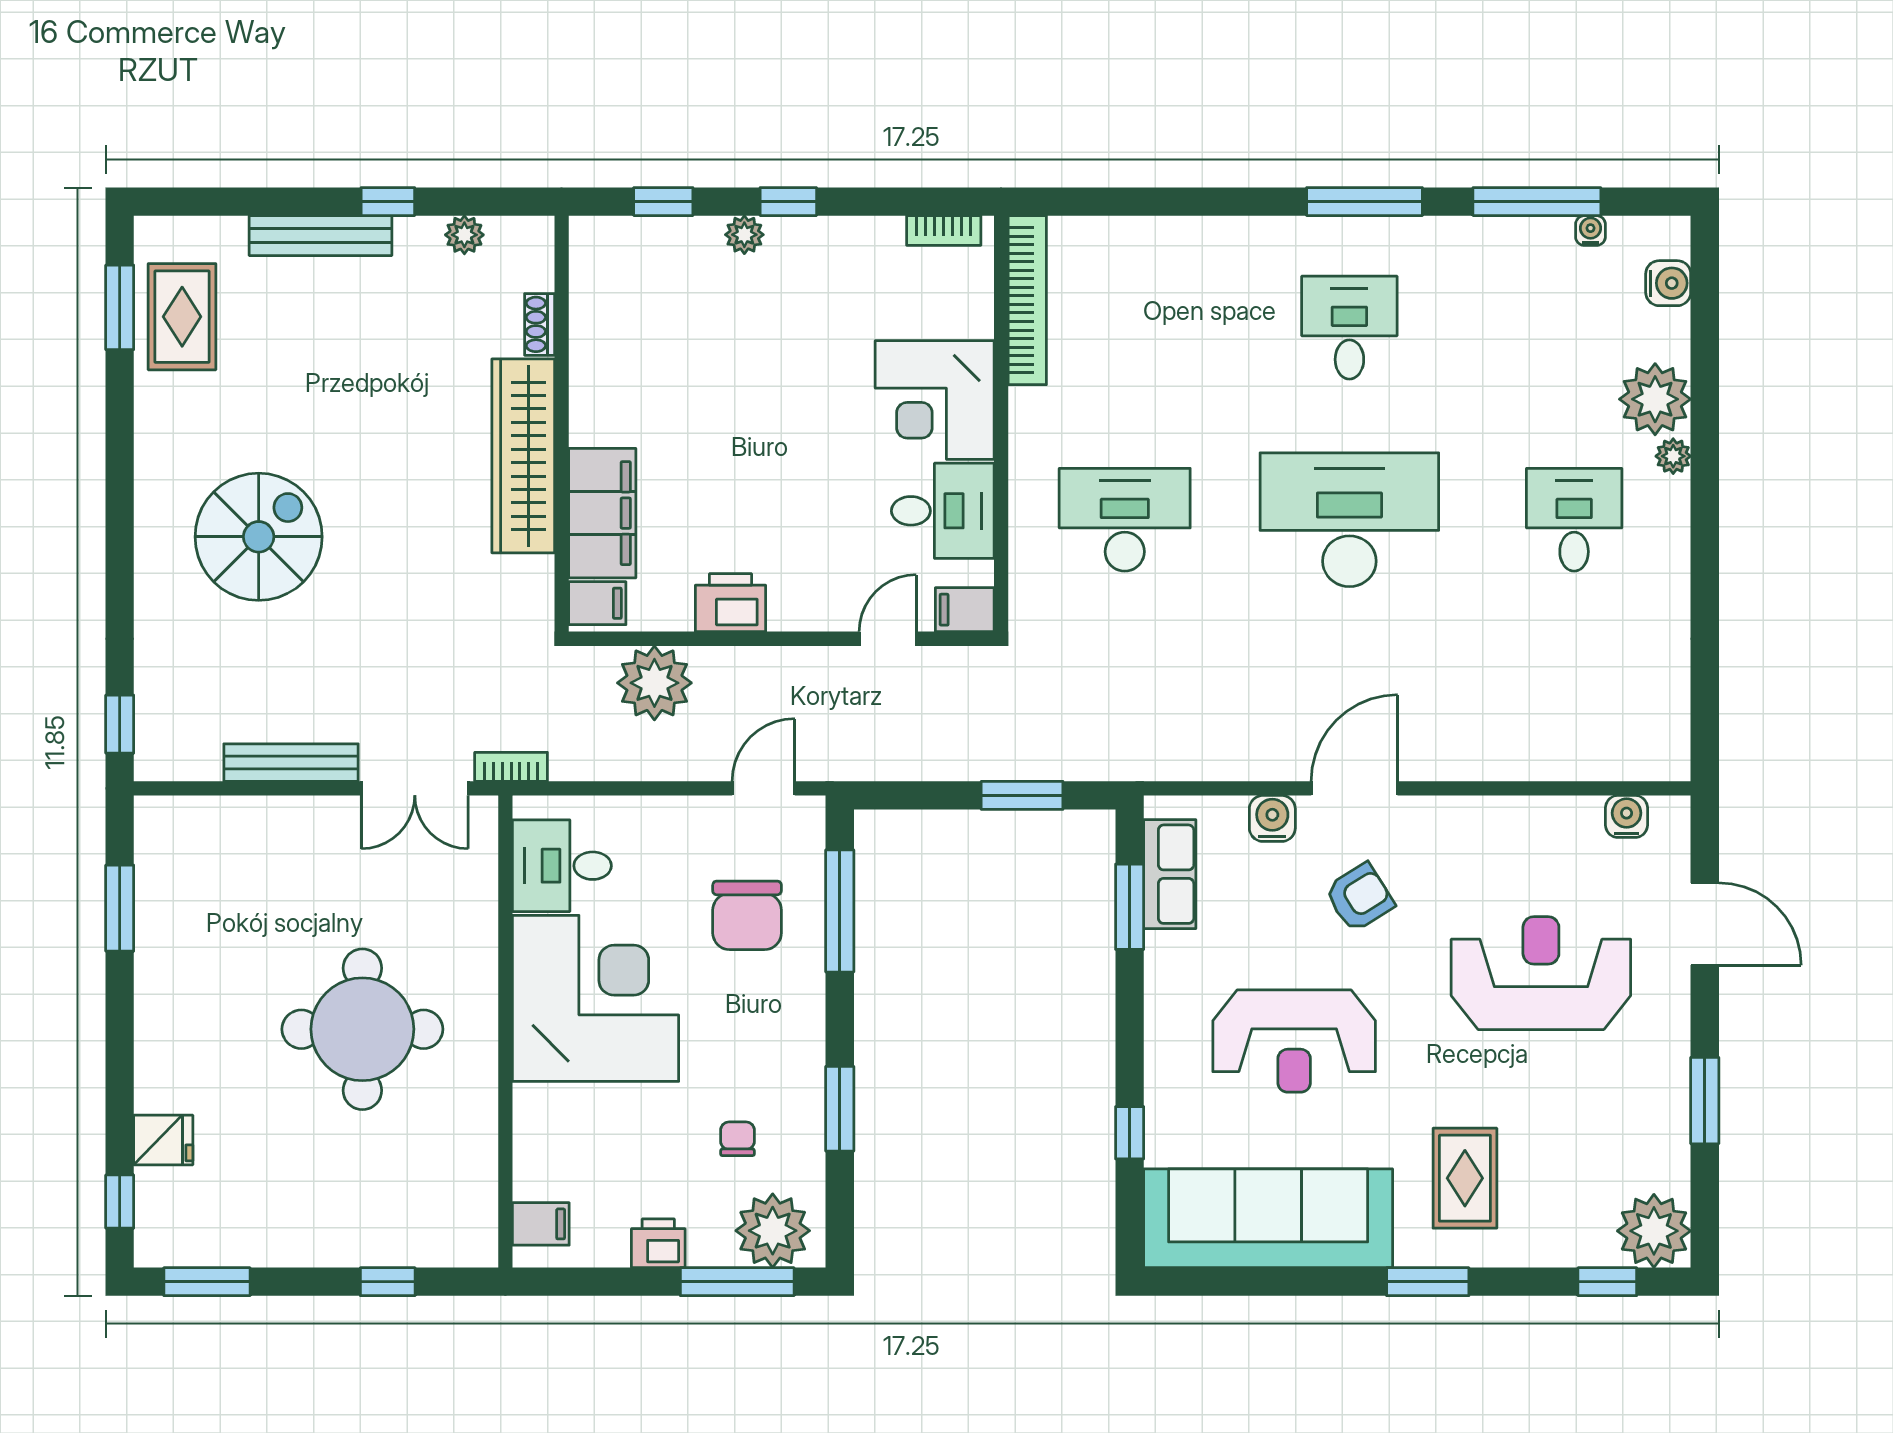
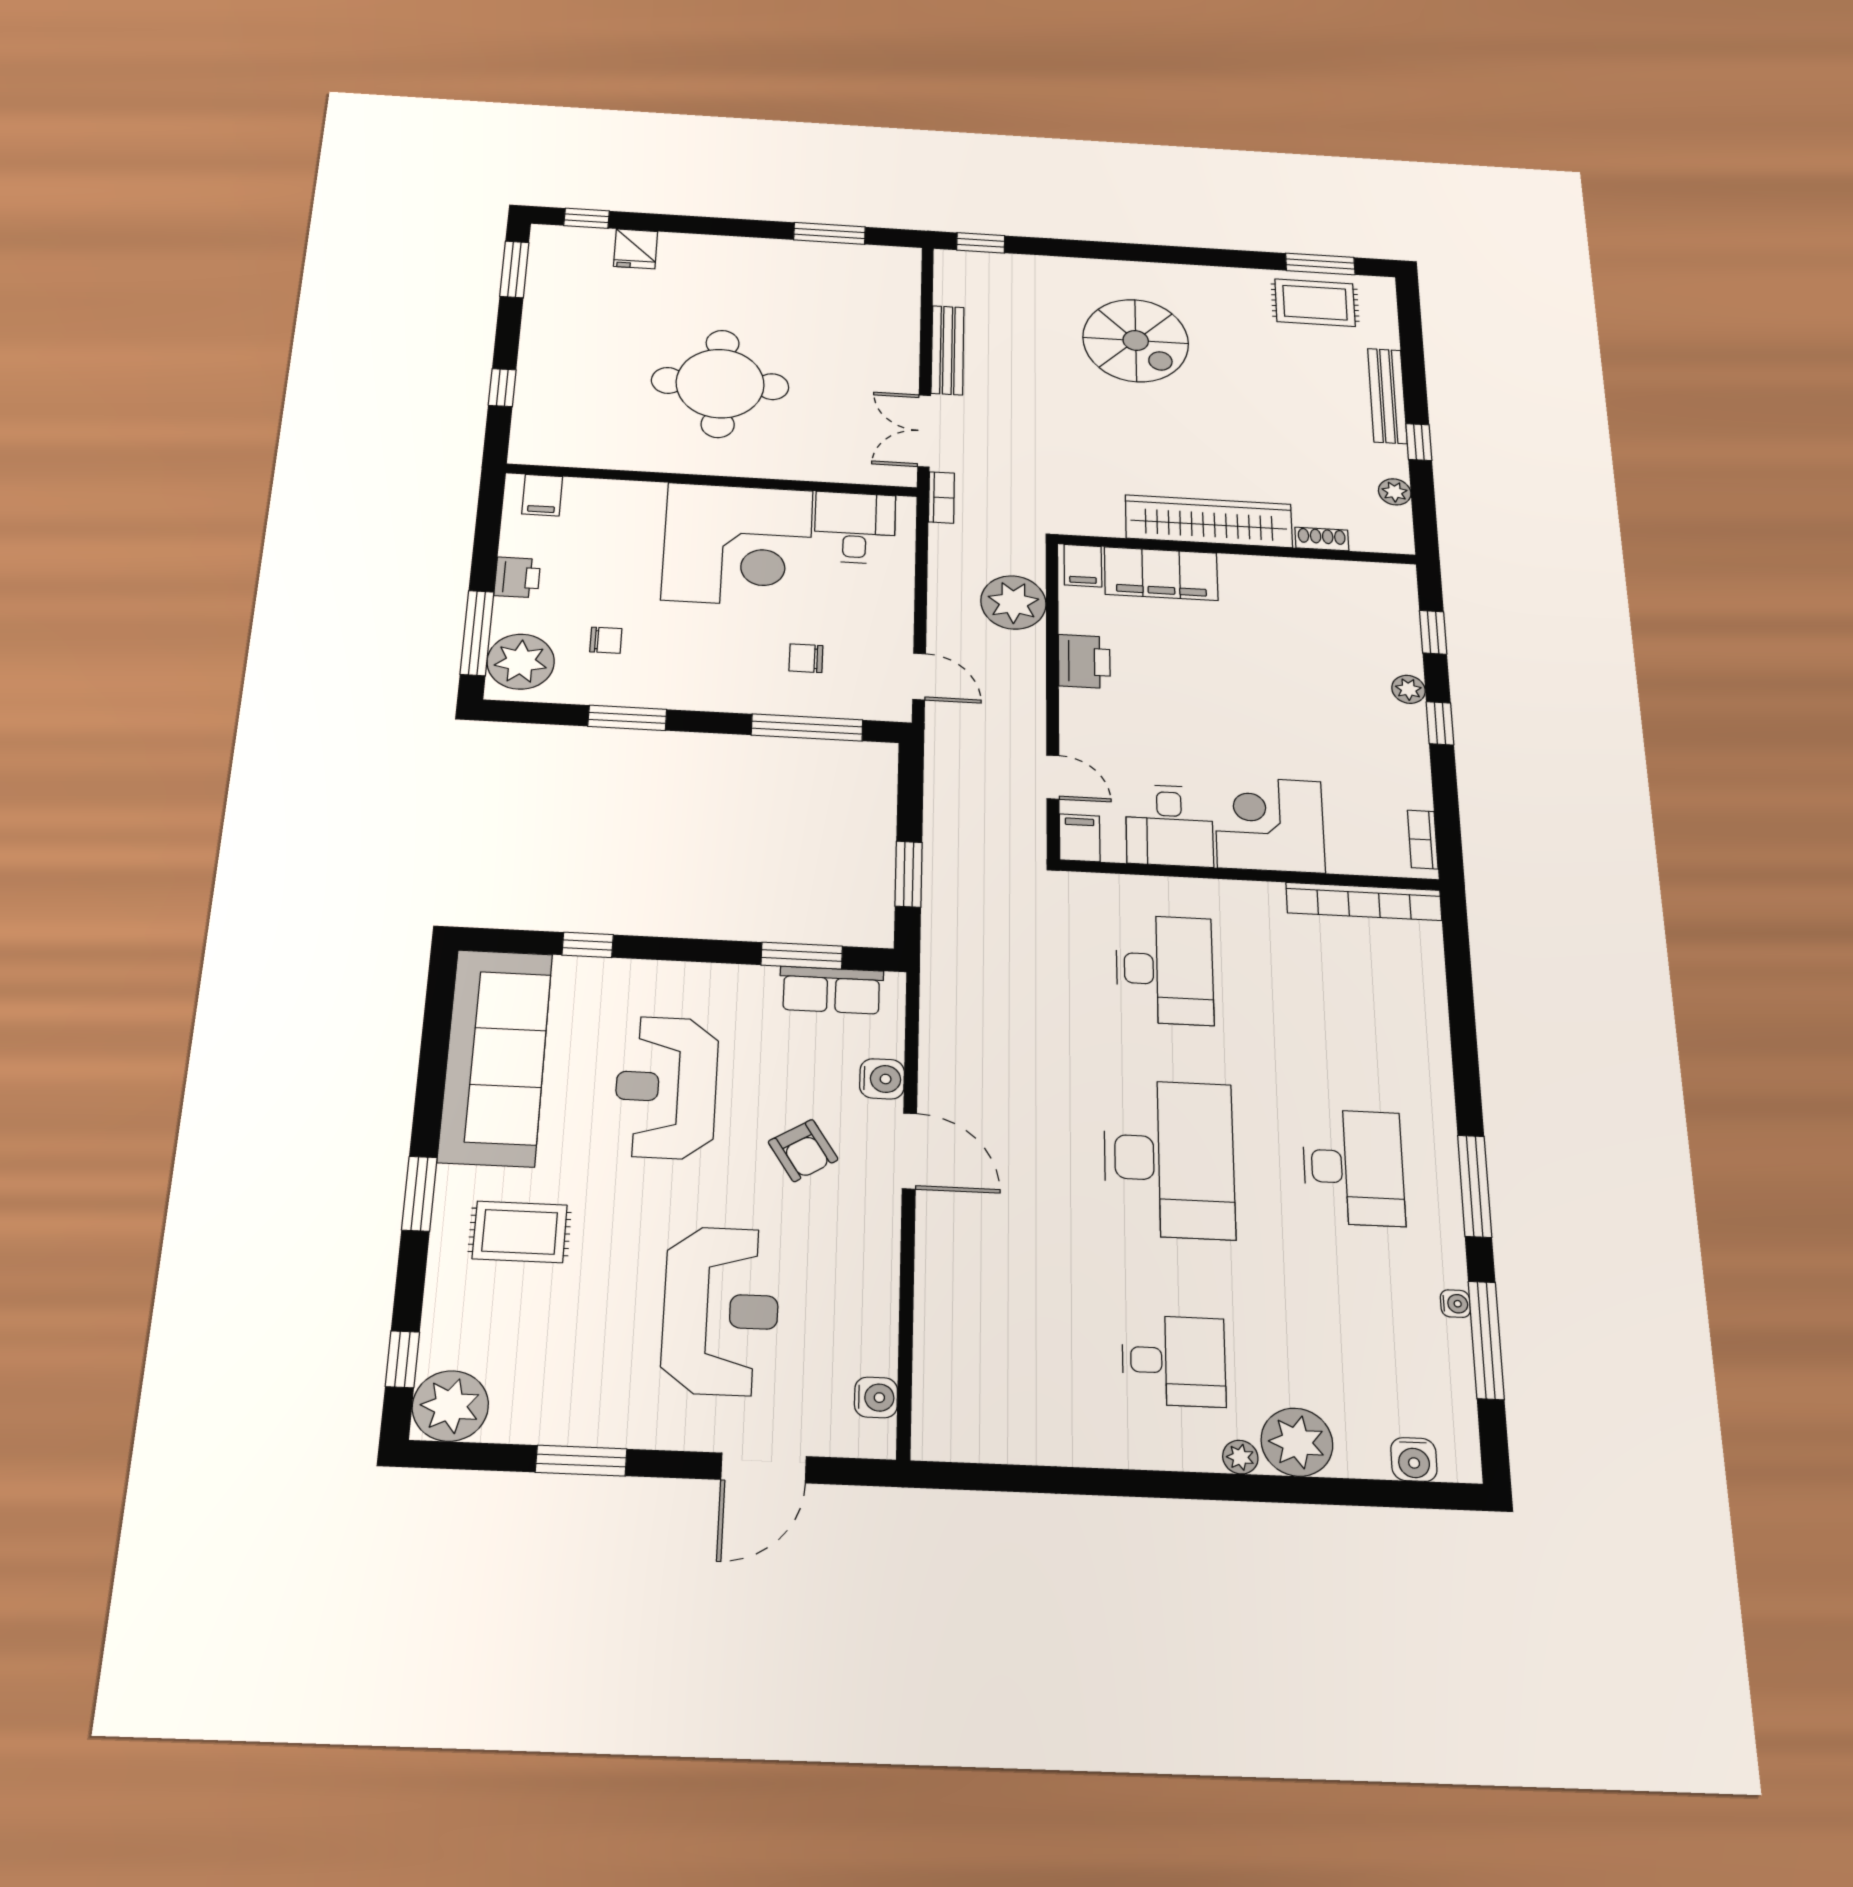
water cooler: (1590, 231) -> (1455, 1304), moved
desk: (1349, 328) -> (1353, 1167), width x1.37
chair: (747, 915) -> (806, 658), width x0.54, depth x0.54

